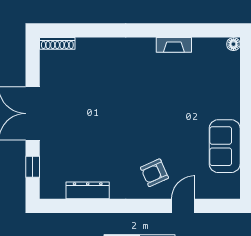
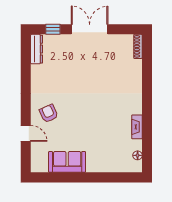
floor lamp: (233, 44) -> (138, 155), moved
dresser: (88, 190) -> (37, 49), moved

